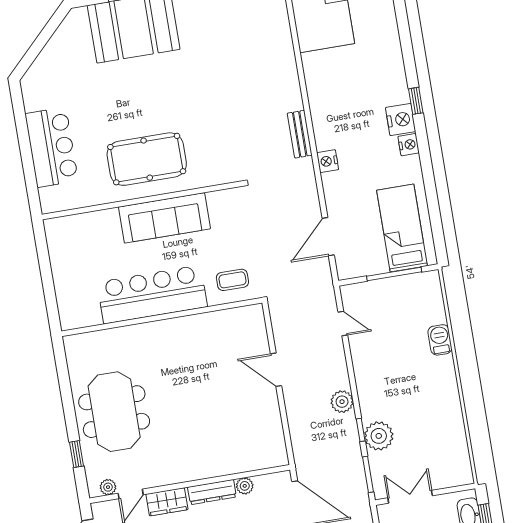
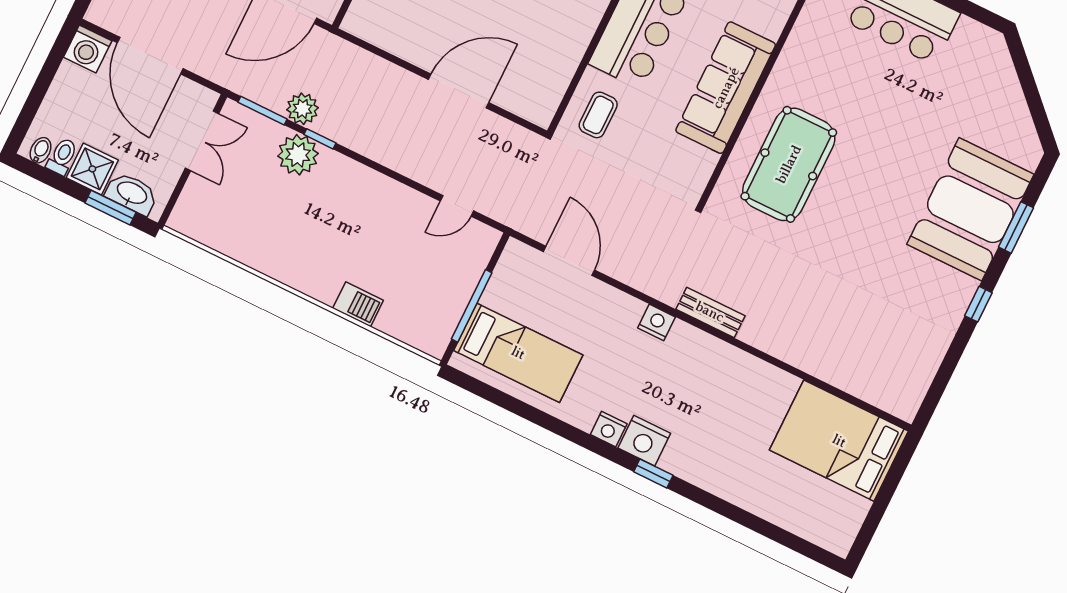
pool table: (147, 159) -> (789, 164), moved
door: (276, 370) -> (459, 91), width x1.36
plant: (342, 402) -> (302, 109), moved

